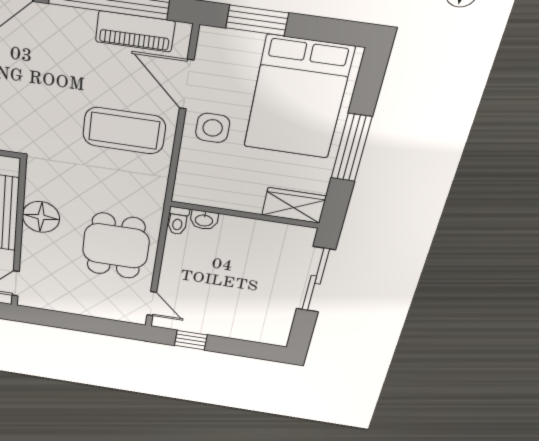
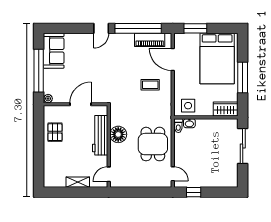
side table: (213, 128) -> (188, 106), moved
coffee table: (124, 131) -> (150, 85), width x0.54, depth x0.58

